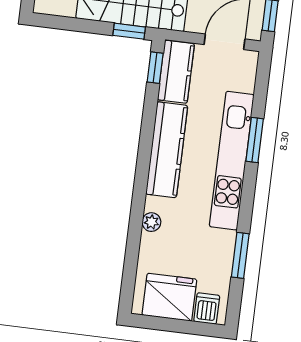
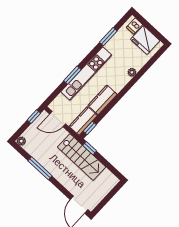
kitchen counter: (167, 150) -> (102, 100), width x0.67

